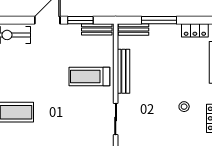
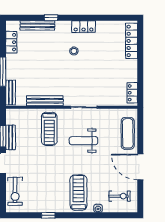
bench: (97, 29) -> (11, 137), moved
weight bench: (75, 118) -> (83, 141), added

